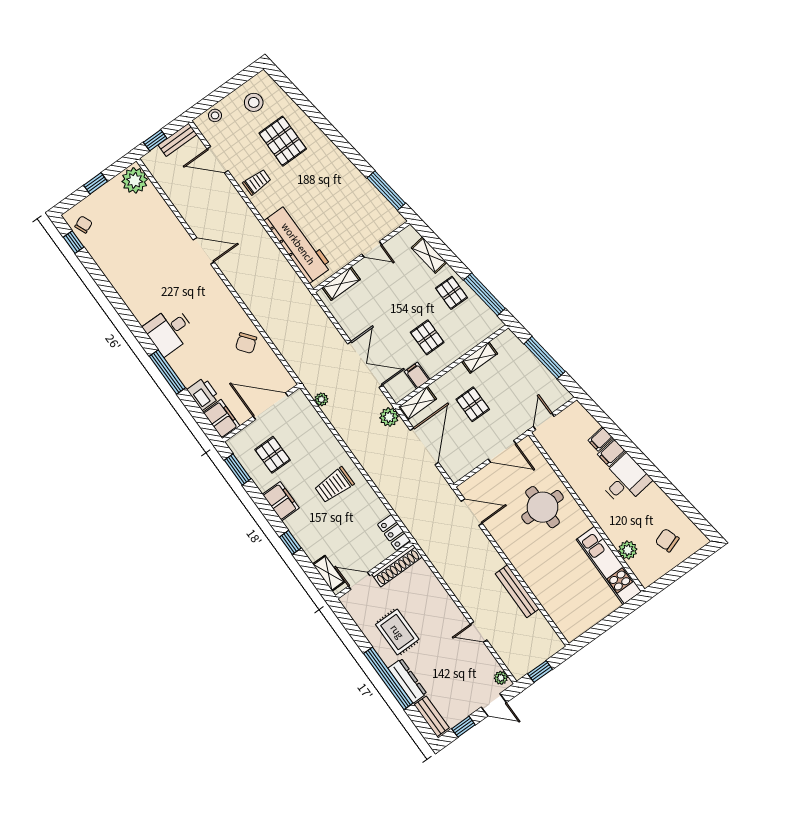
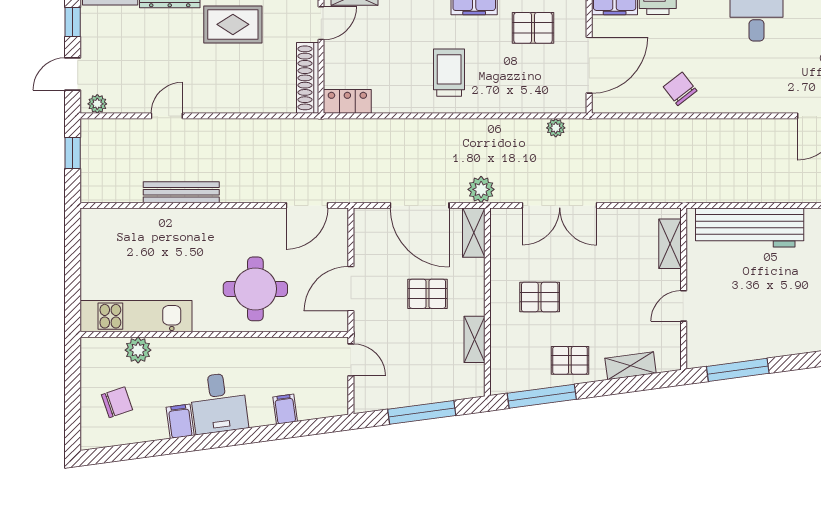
filing cabinet: (417, 375) -> (505, 255), removed
filing cabinet: (611, 453) -> (180, 421), moved

